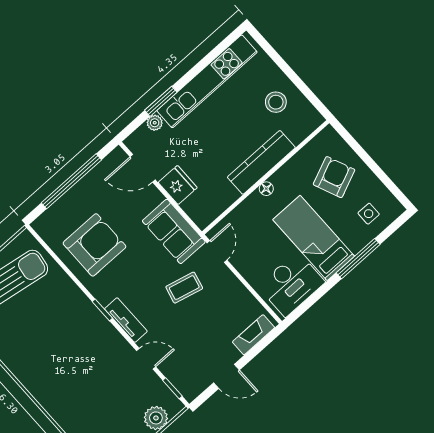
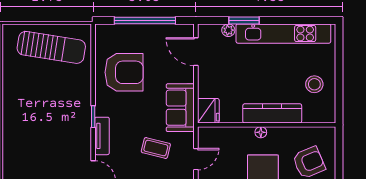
fridge: (178, 185) -> (208, 111), moved
door: (217, 252) -> (196, 159), moved

